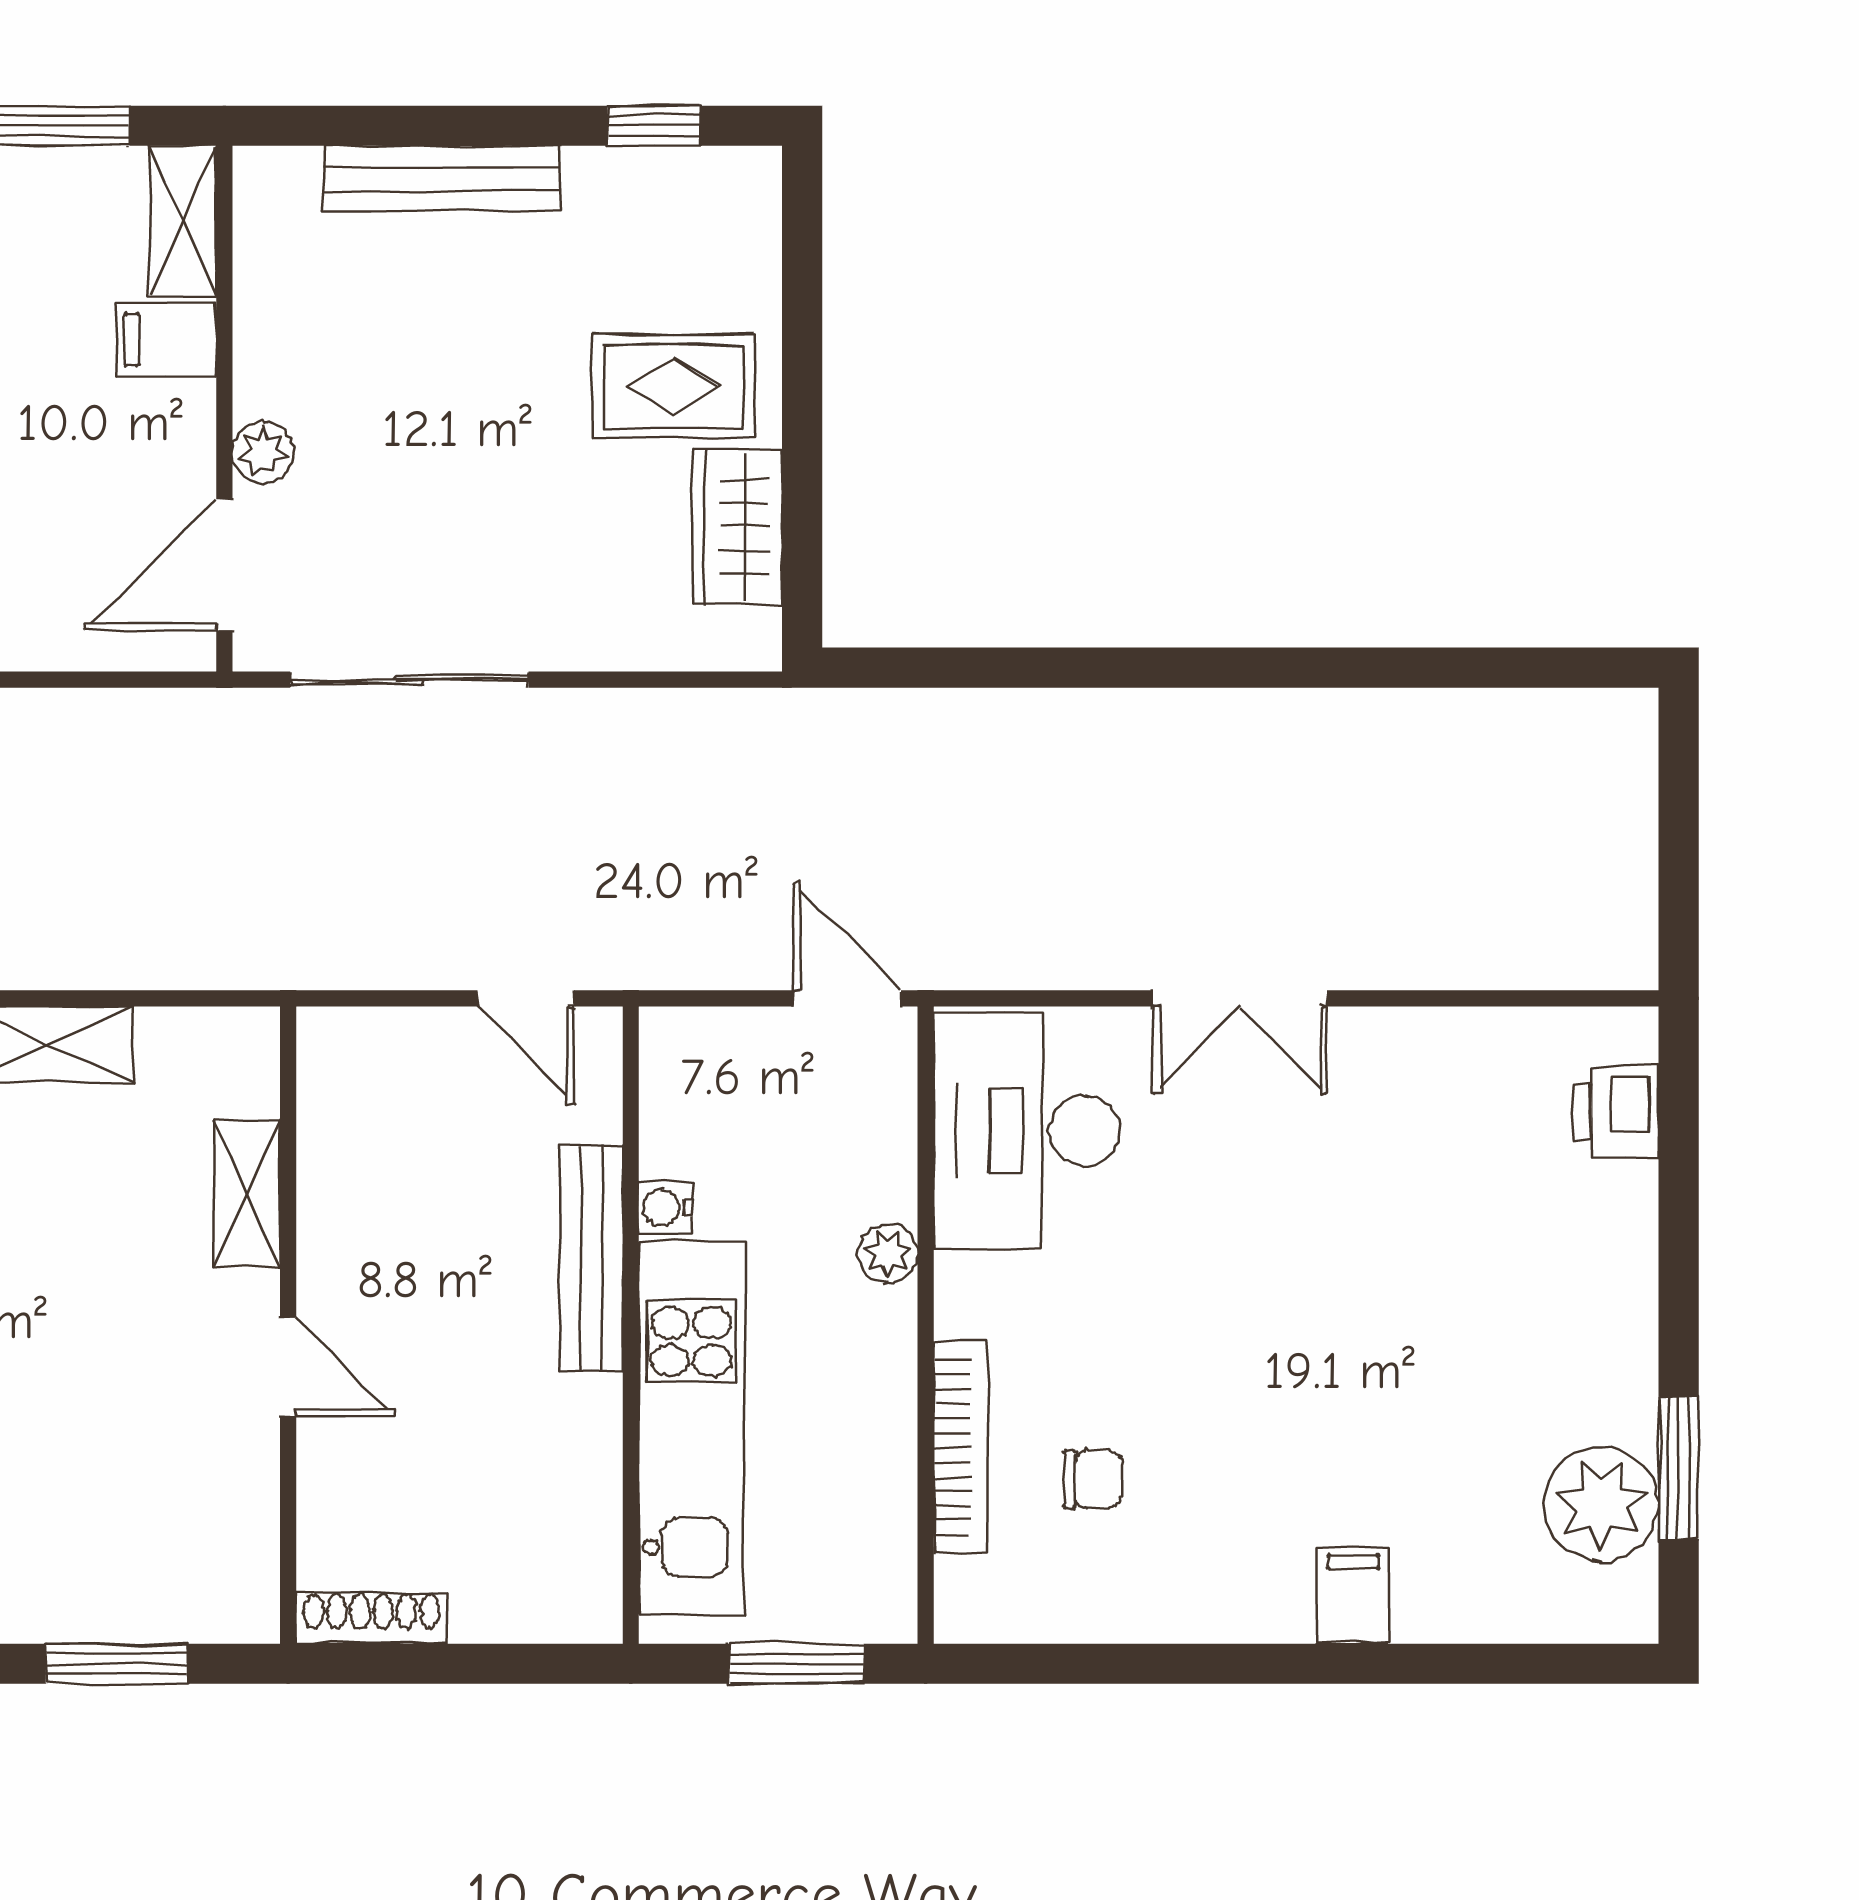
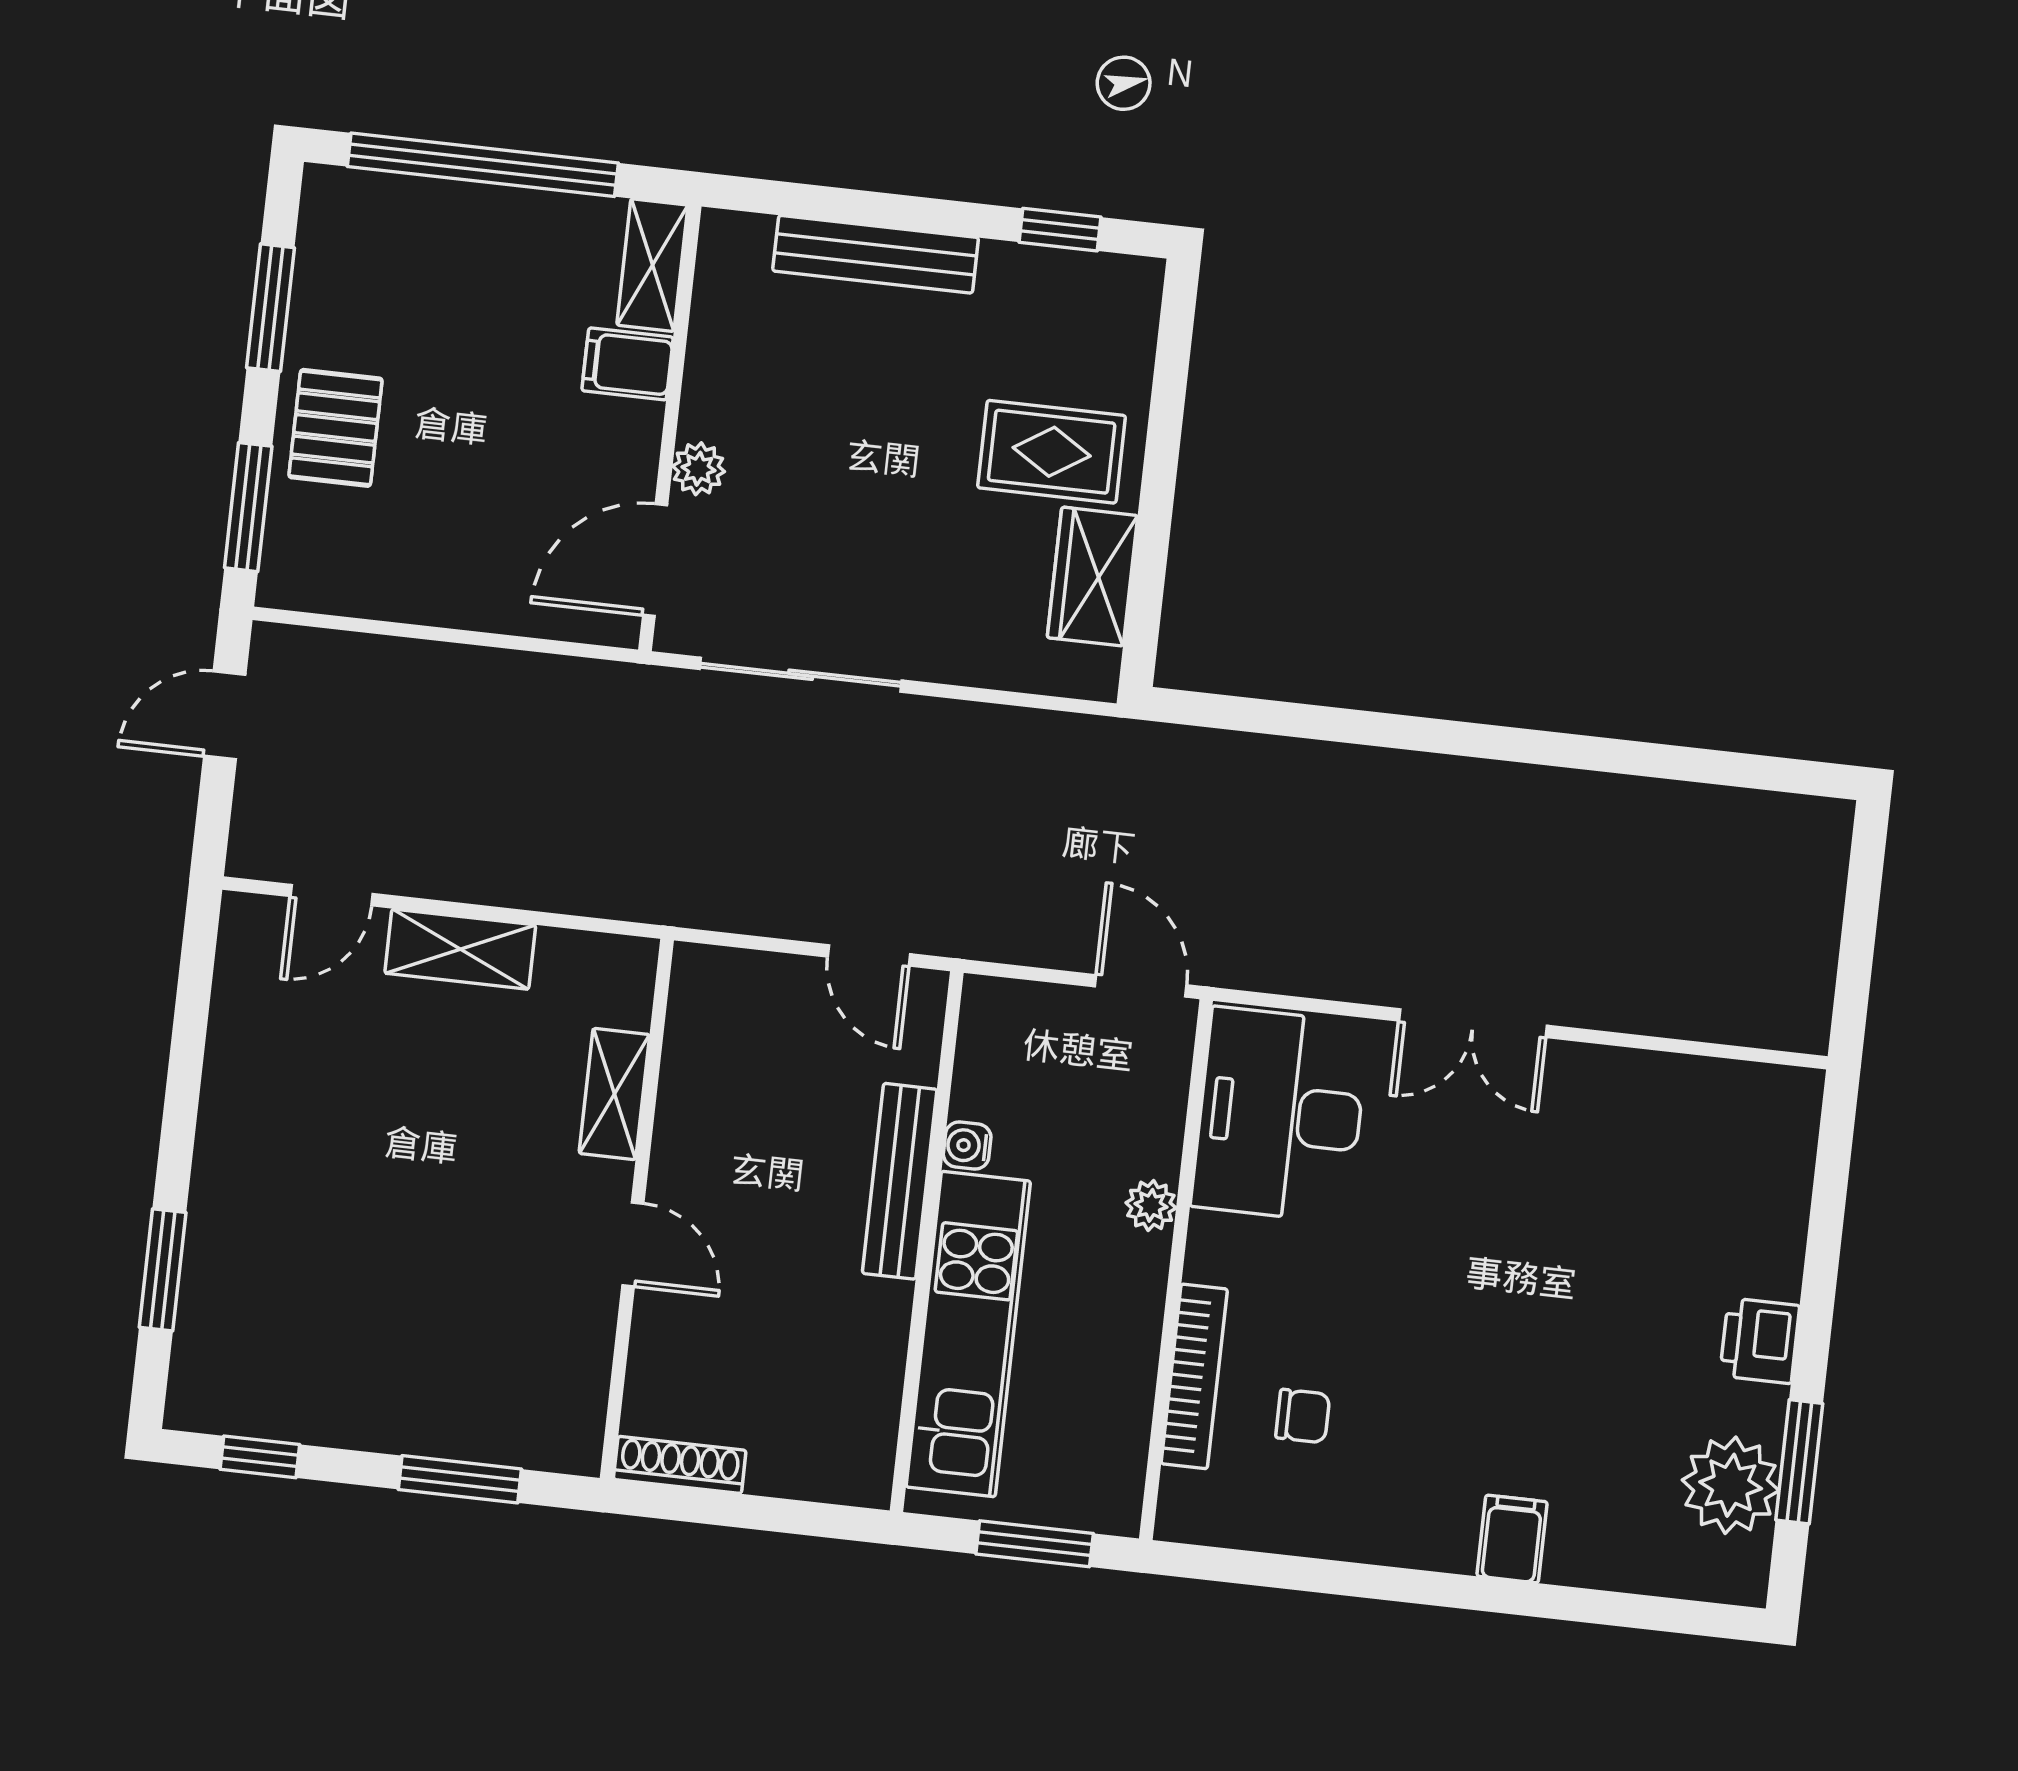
printer: (1617, 1112) -> (1760, 1341), moved

